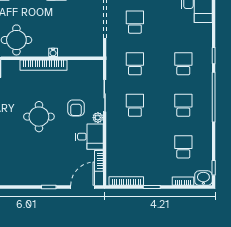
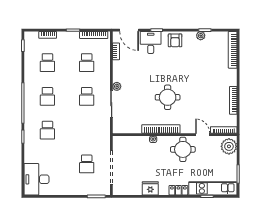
school desk: (135, 64) -> (87, 63), moved
armchair: (76, 108) -> (175, 40), moved, turned 180
round table: (39, 117) -> (168, 97), moved
desk: (89, 137) -> (151, 43), moved, turned 90
washbasin: (203, 178) -> (31, 37), removed
door: (83, 187) -> (129, 30), hinge flipped

